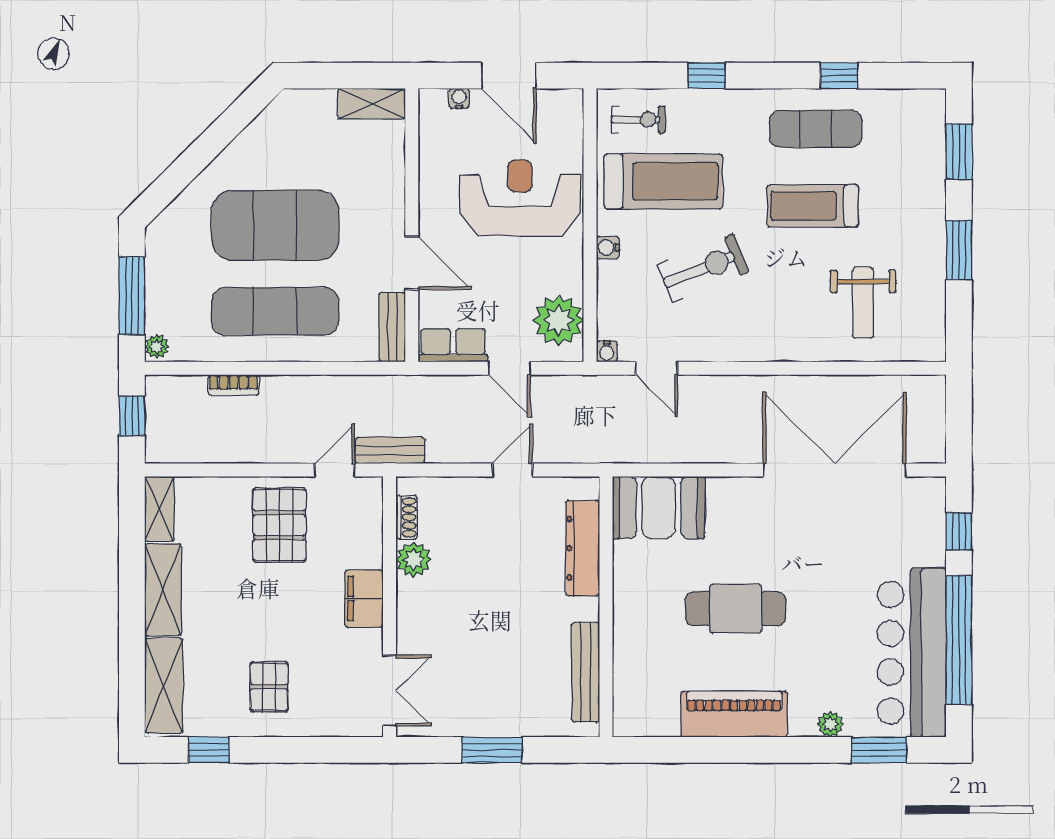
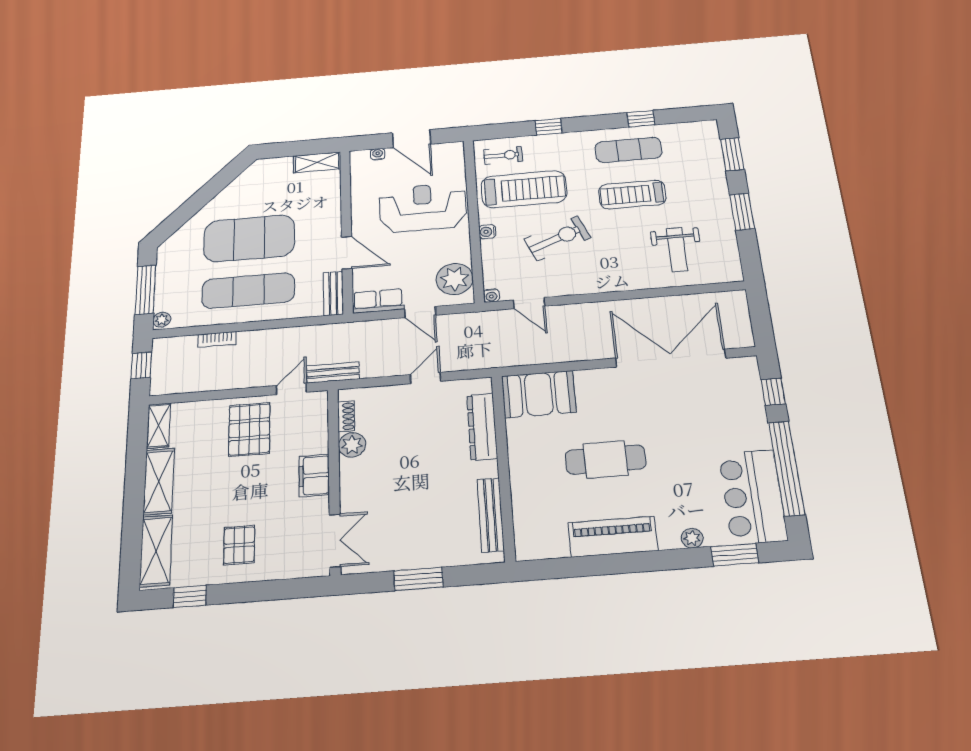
bar counter: (912, 653) -> (753, 497), width x0.73

